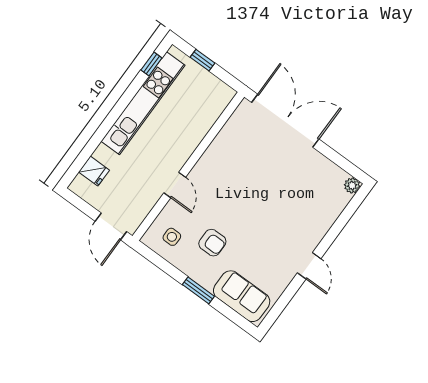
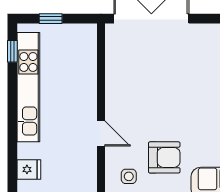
armchair: (212, 243) -> (164, 157), width x1.38, depth x1.38

